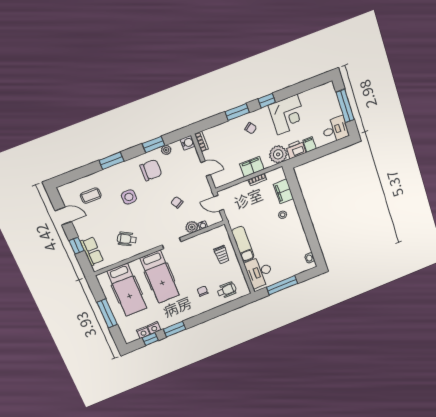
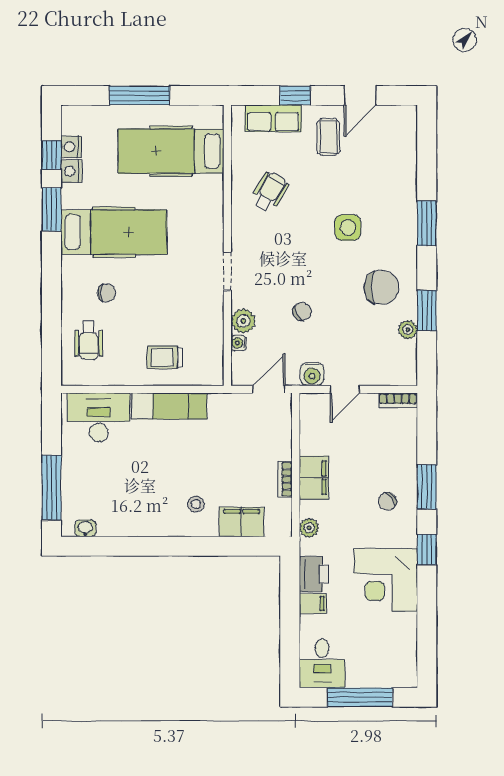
water cooler: (188, 143) -> (312, 374), moved
plant: (278, 154) -> (309, 528), width x0.53, depth x0.53
chair: (151, 170) -> (382, 287), turned -90
coffee table: (91, 196) -> (328, 137), moved
hospital bed: (160, 277) -> (114, 232), moved, turned 180
window: (282, 285) -> (52, 488), moved

